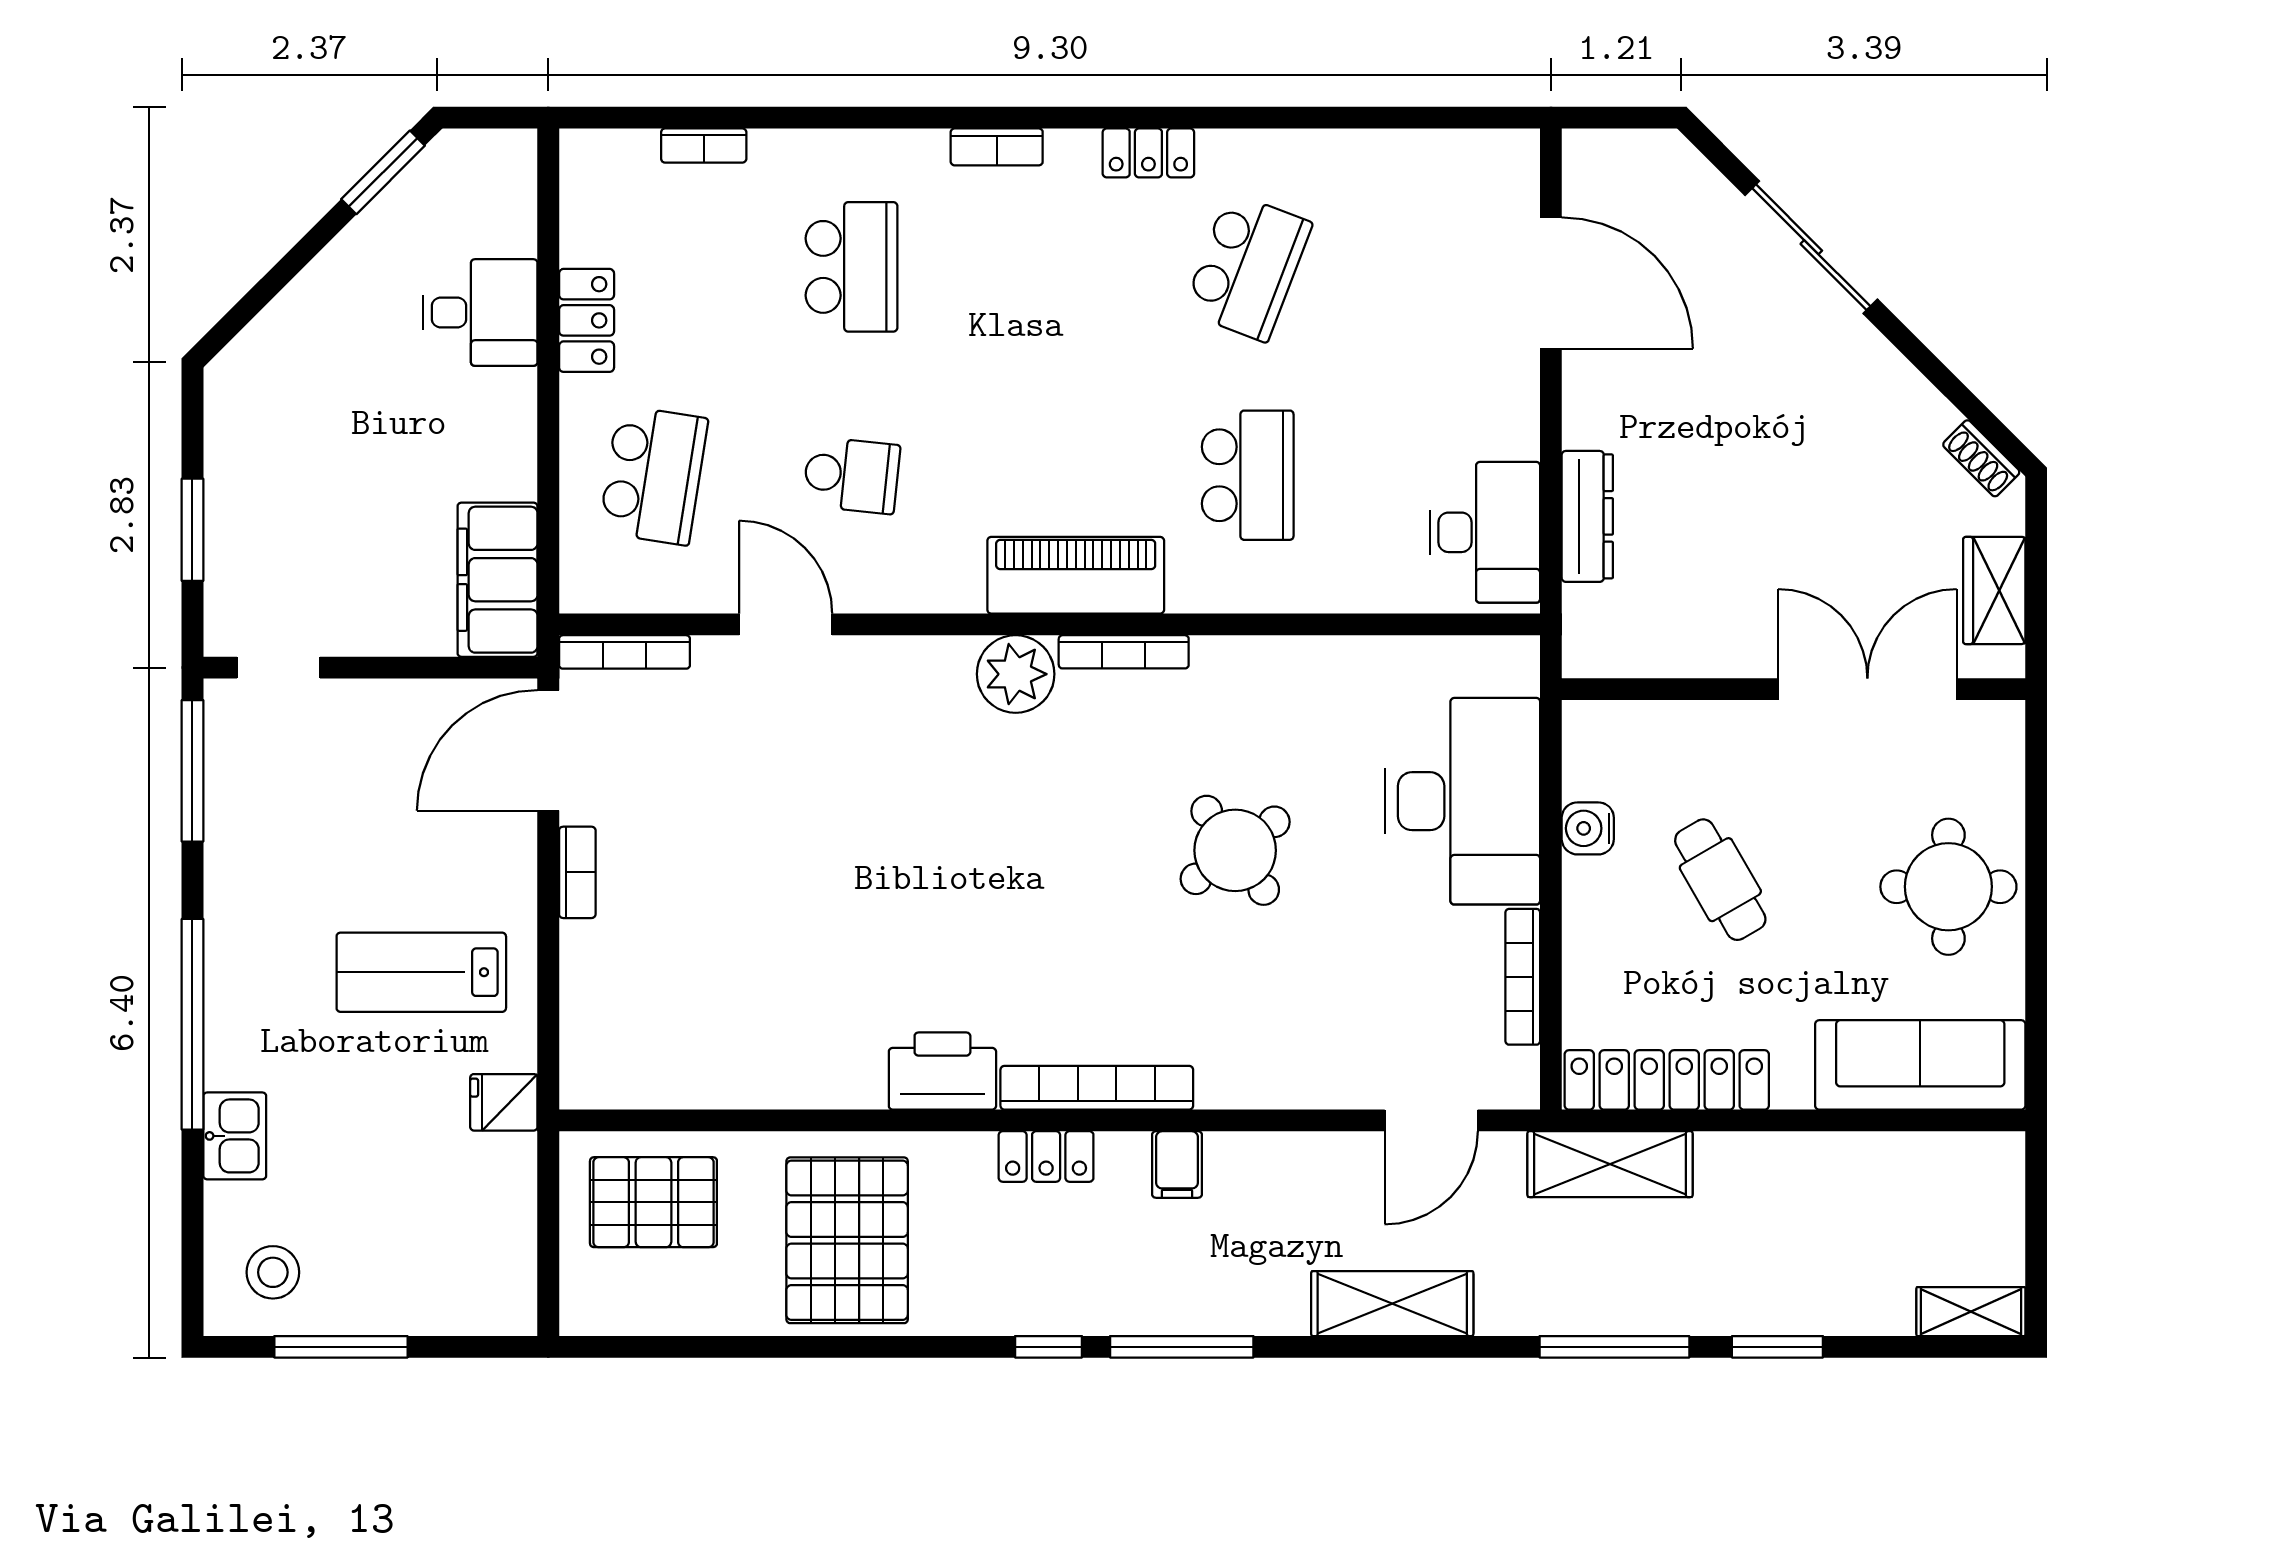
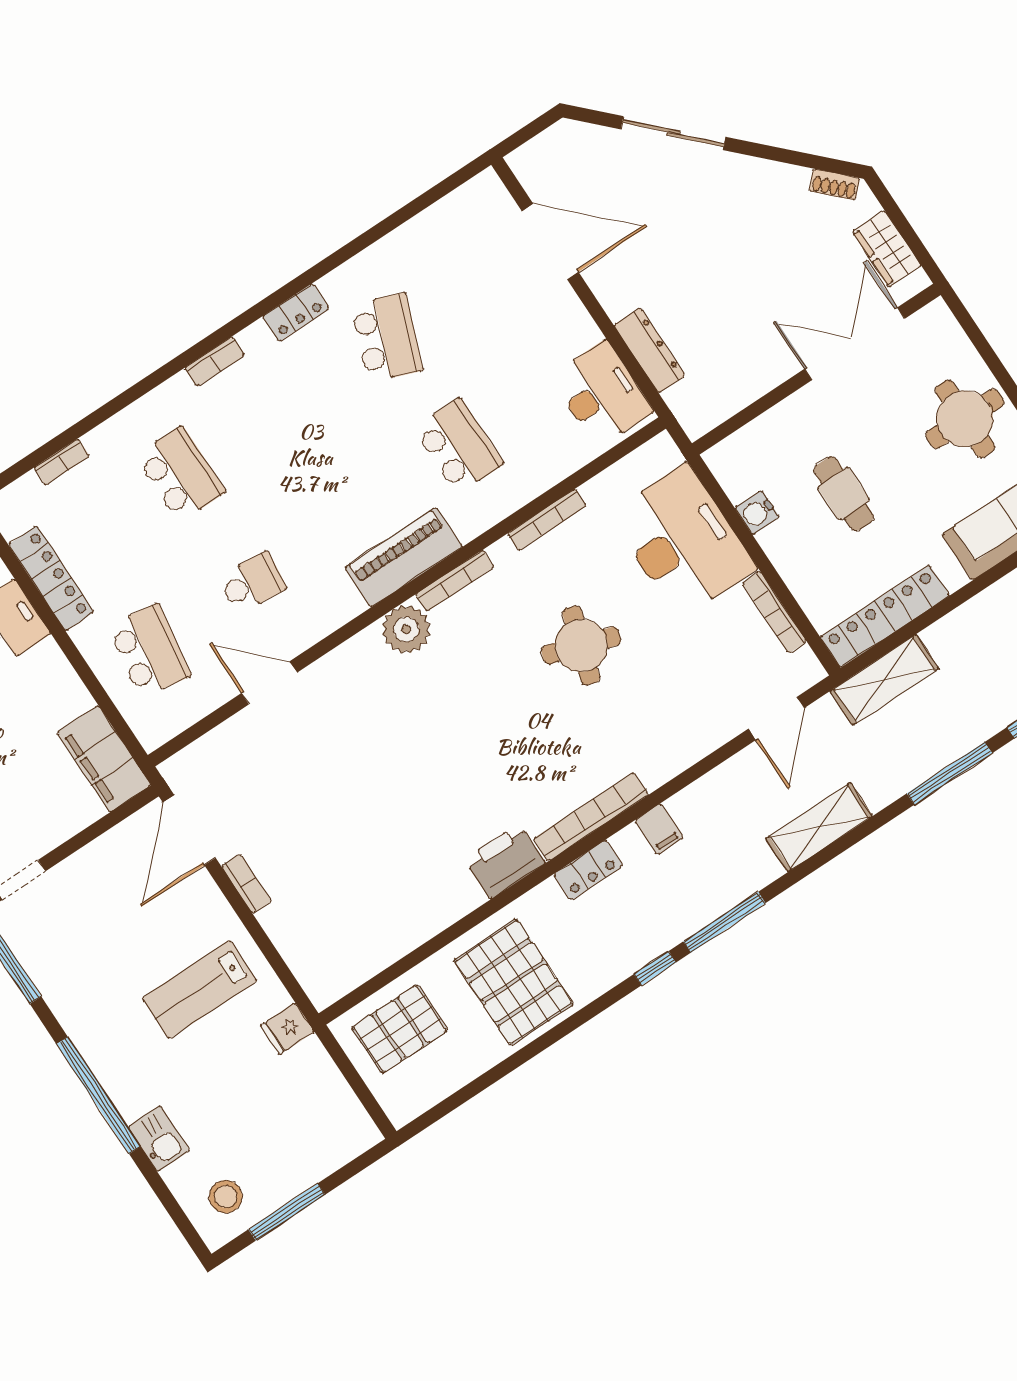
locker: (587, 320) -> (51, 578), width x1.53
bookcase: (625, 652) -> (547, 520), moved
round table: (1235, 850) -> (581, 646), turned -36
cafe table: (1720, 880) -> (844, 494), turned 30

